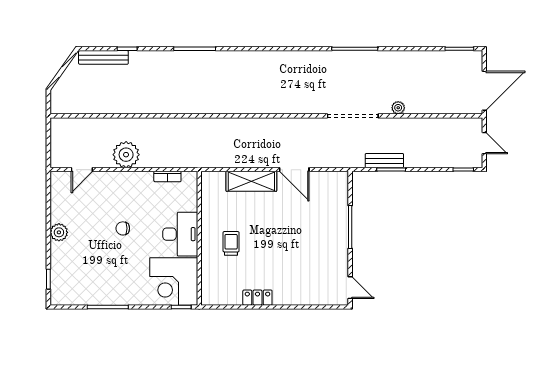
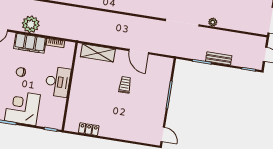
bench: (384, 161) -> (219, 58), moved
shelving: (251, 181) -> (98, 53), moved
filing cabinet: (130, 183) -> (30, 43), added
trolley: (231, 243) -> (125, 85), moved
corner desk: (174, 281) -> (22, 108), moved, turned 90
locker: (257, 298) -> (89, 129), moved

